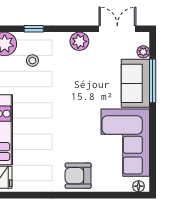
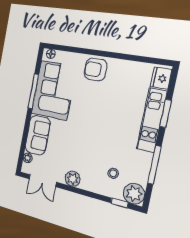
window: (34, 29) -> (119, 203), moved
window: (153, 81) -> (33, 91), moved
armchair: (78, 176) -> (96, 70), turned 180

